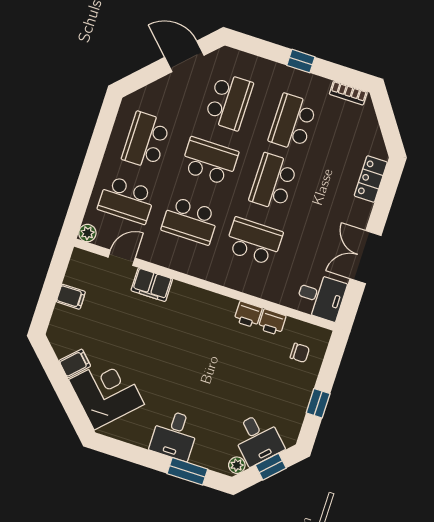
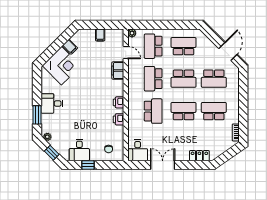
window: (301, 61) -> (243, 106), removed
school desk: (210, 161) -> (183, 79), turned 90
printer: (272, 322) -> (119, 102), moved
desk: (258, 439) -> (79, 150), moved, turned -45

